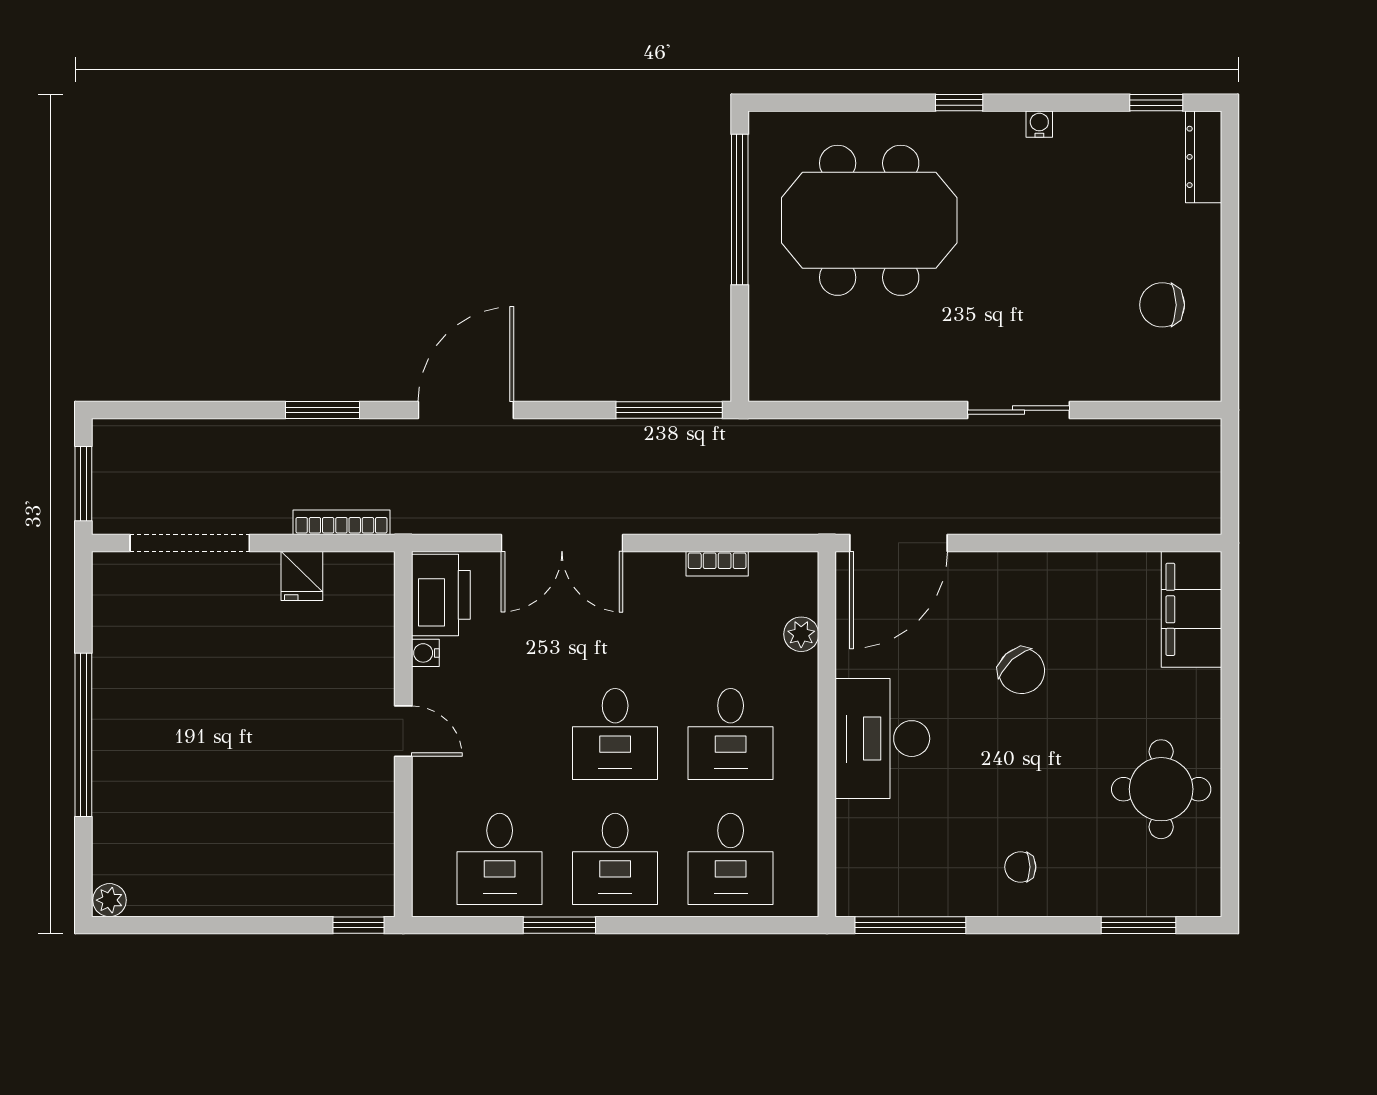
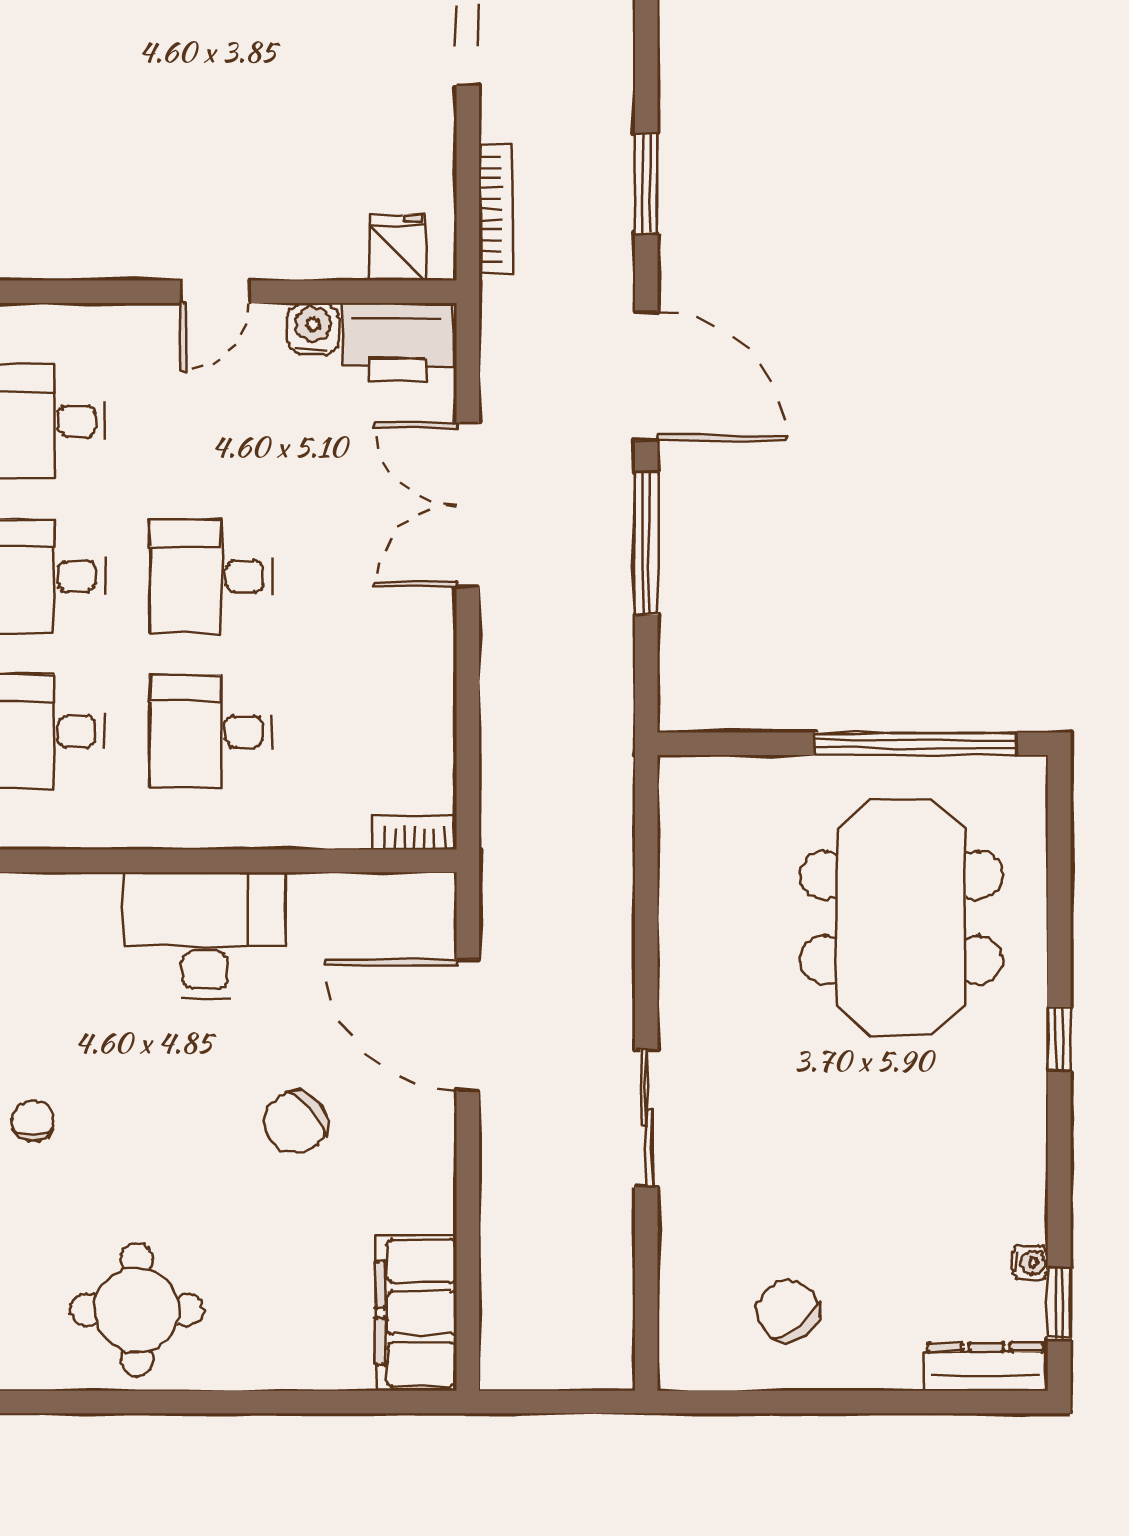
water cooler: (1039, 124) -> (1030, 1262), moved
chair: (1162, 305) -> (788, 1311), turned -38
window: (669, 410) -> (646, 543), moved
door: (898, 543) -> (468, 1025), moved
bookcase: (717, 564) -> (415, 833), moved, turned 90
fridge: (302, 576) -> (397, 248), moved, turned 90
filing cabinet: (1191, 609) -> (416, 1313), moved, turned -90
plant: (801, 634) -> (345, 826), removed
water cooler: (425, 653) -> (313, 329), width x1.38, depth x1.38

